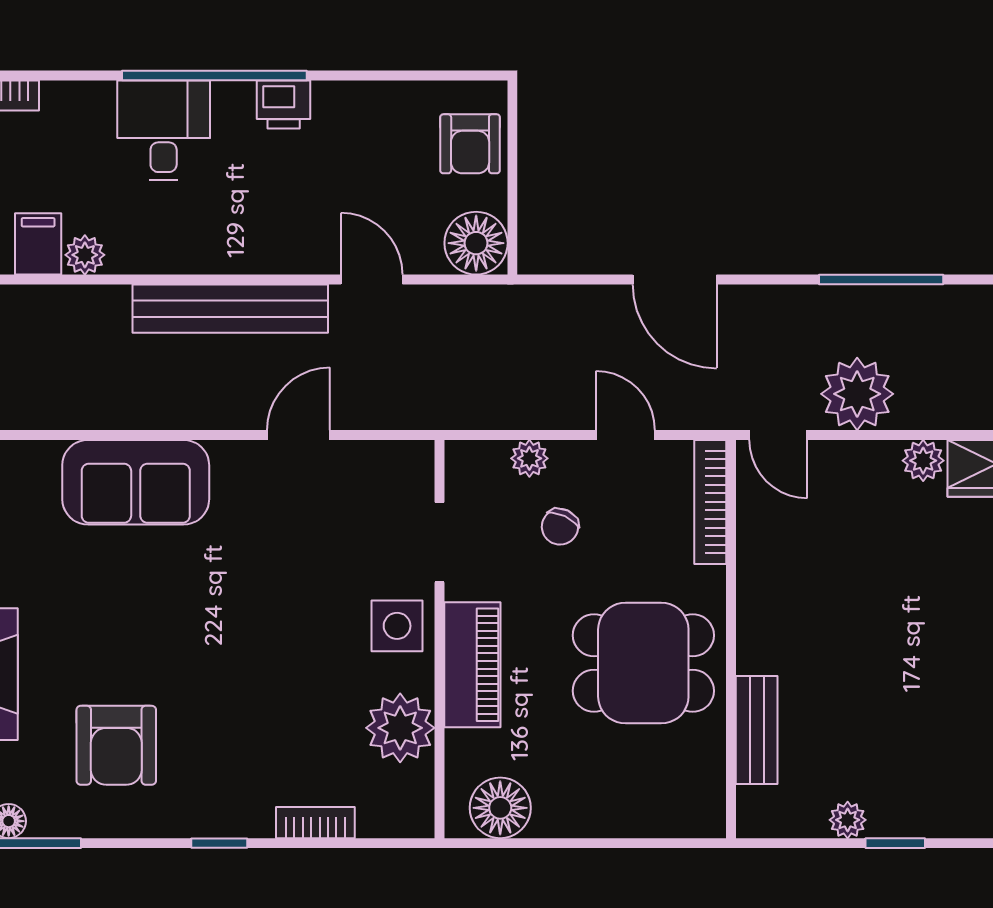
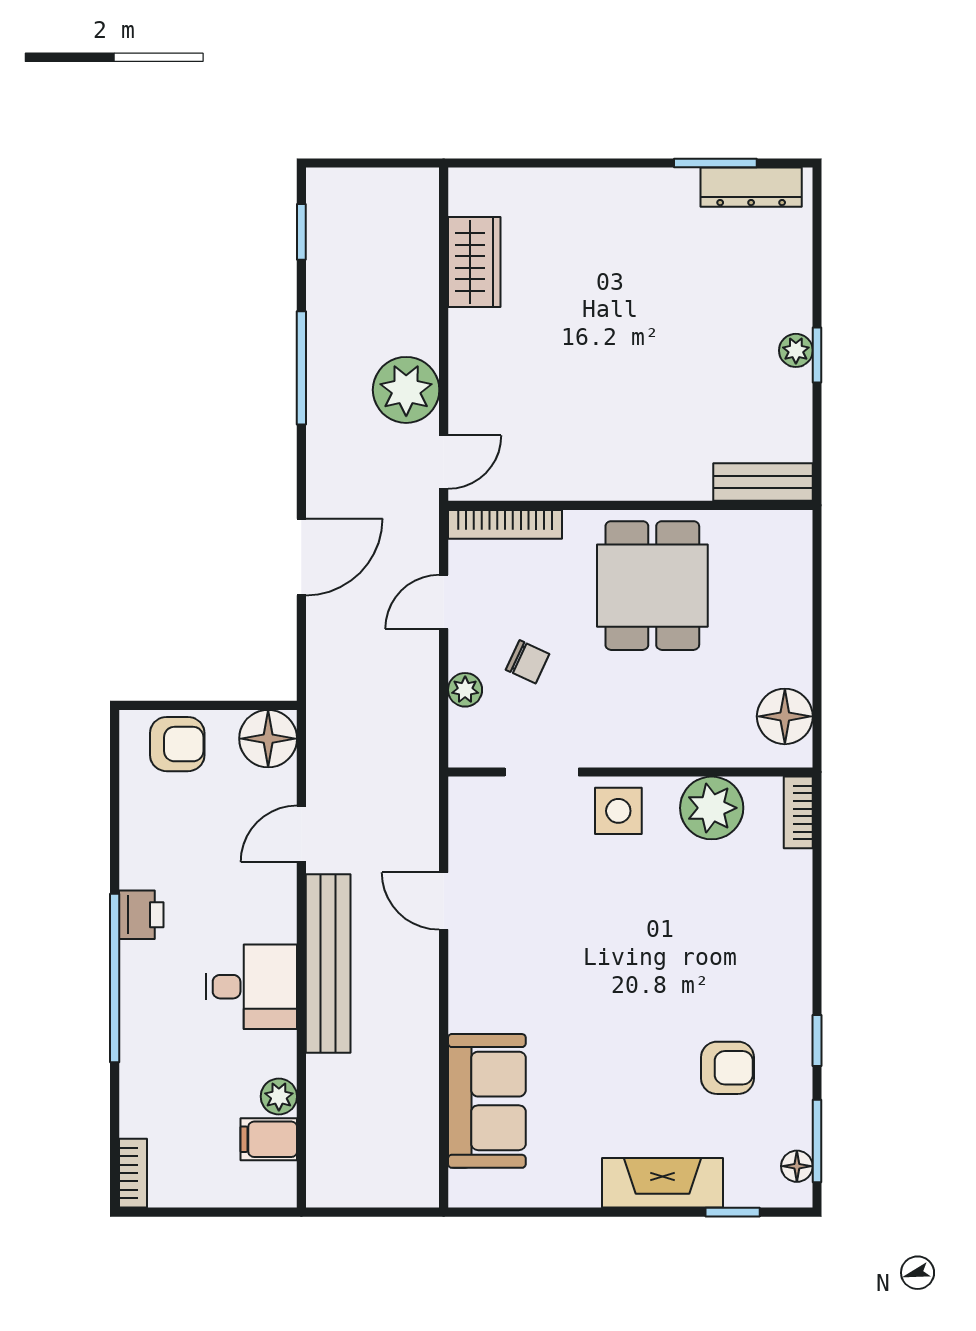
desk: (164, 130) -> (251, 987), moved, turned 180
plant: (923, 461) -> (467, 330), removed
sofa: (136, 482) -> (487, 1101), moved
piano: (472, 665) -> (654, 742), removed
bench: (757, 730) -> (763, 482), moved
armchair: (116, 745) -> (727, 1068), width x0.72, depth x0.72
plant: (848, 820) -> (796, 350), moved
bookcase: (315, 823) -> (798, 812), moved
window: (219, 843) -> (817, 1040), moved

